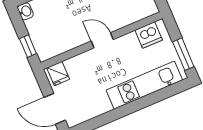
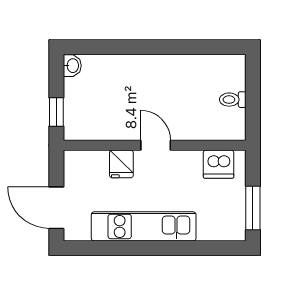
fridge: (58, 73) -> (121, 164), moved
kitchen unit: (144, 85) -> (144, 226), moved

